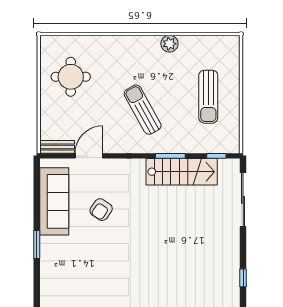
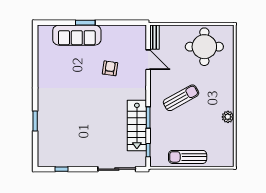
round table: (71, 77) -> (204, 47), width x1.36, depth x1.36
sun lounger: (208, 97) -> (188, 157), moved
sofa: (54, 201) -> (77, 35), moved
armchair: (101, 210) -> (110, 68), turned 64

